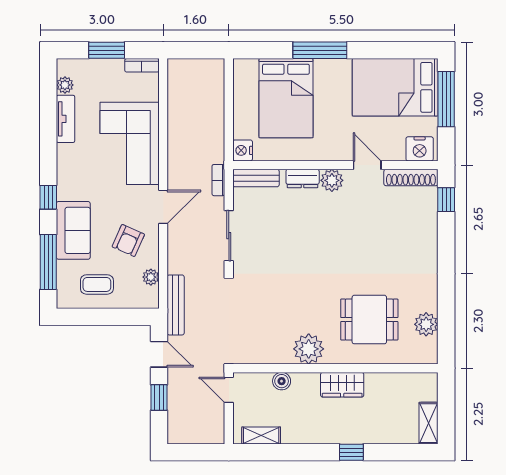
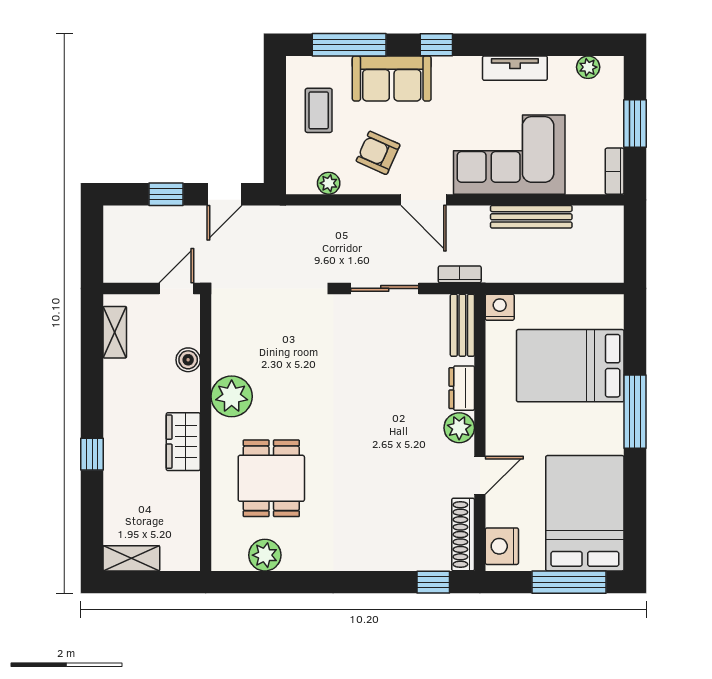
tv unit: (66, 119) -> (515, 68), moved
bench: (176, 305) -> (531, 217), moved

